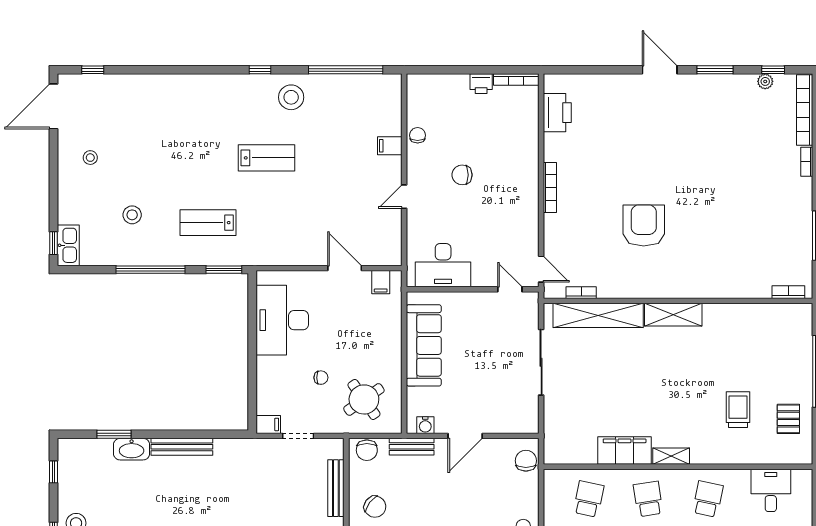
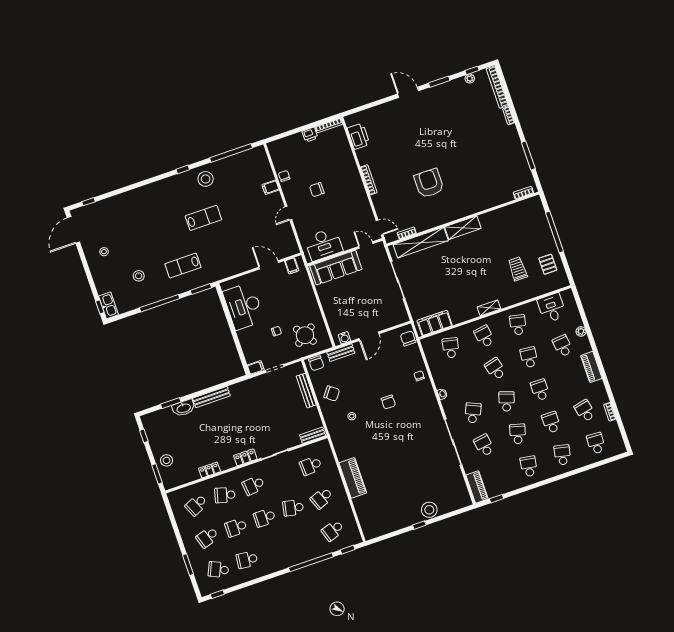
sofa: (424, 345) -> (336, 268), moved, turned 90
filing cabinet: (625, 451) -> (435, 323), moved

